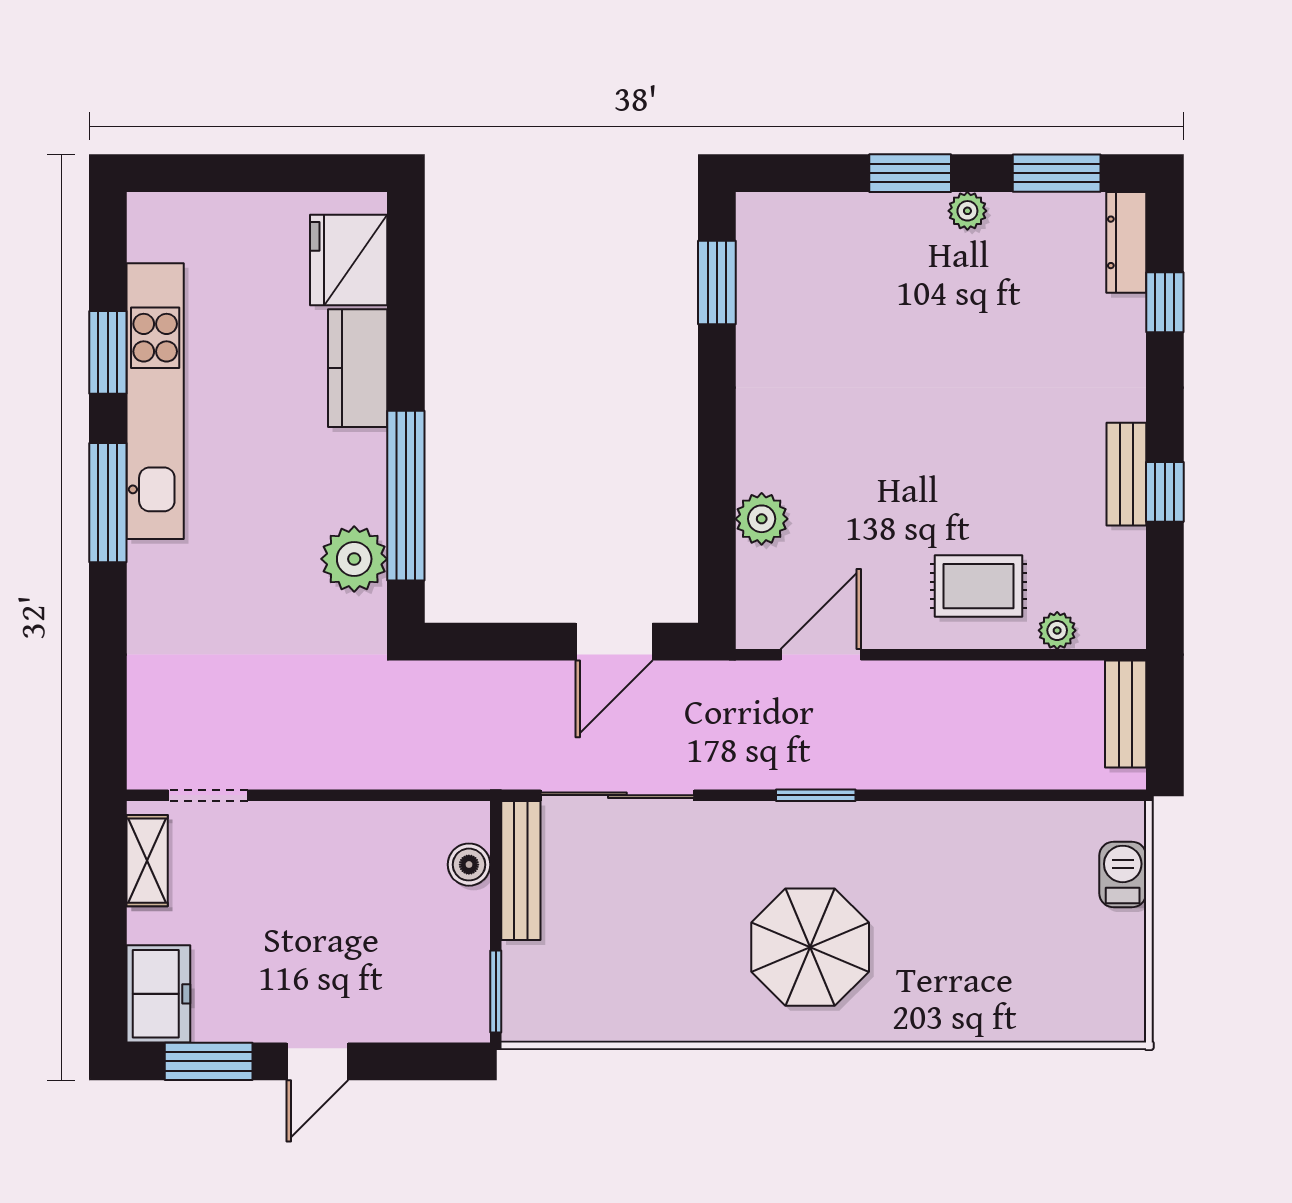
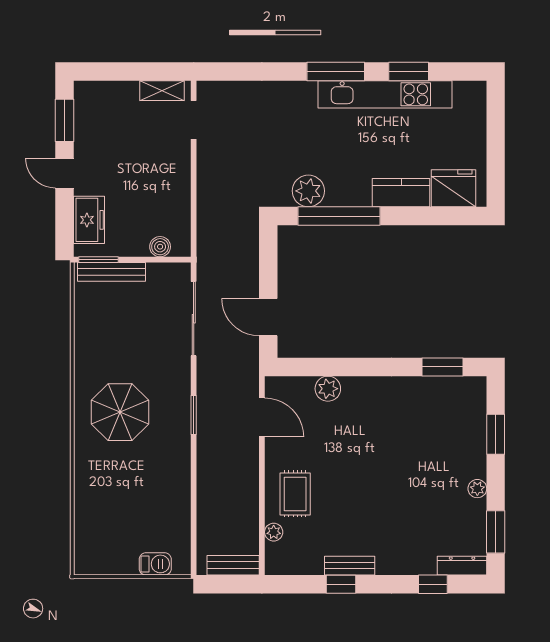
window: (910, 173) -> (496, 434), moved
bench: (521, 870) -> (112, 272), moved
freezer: (158, 994) -> (89, 220), moved, turned -90

